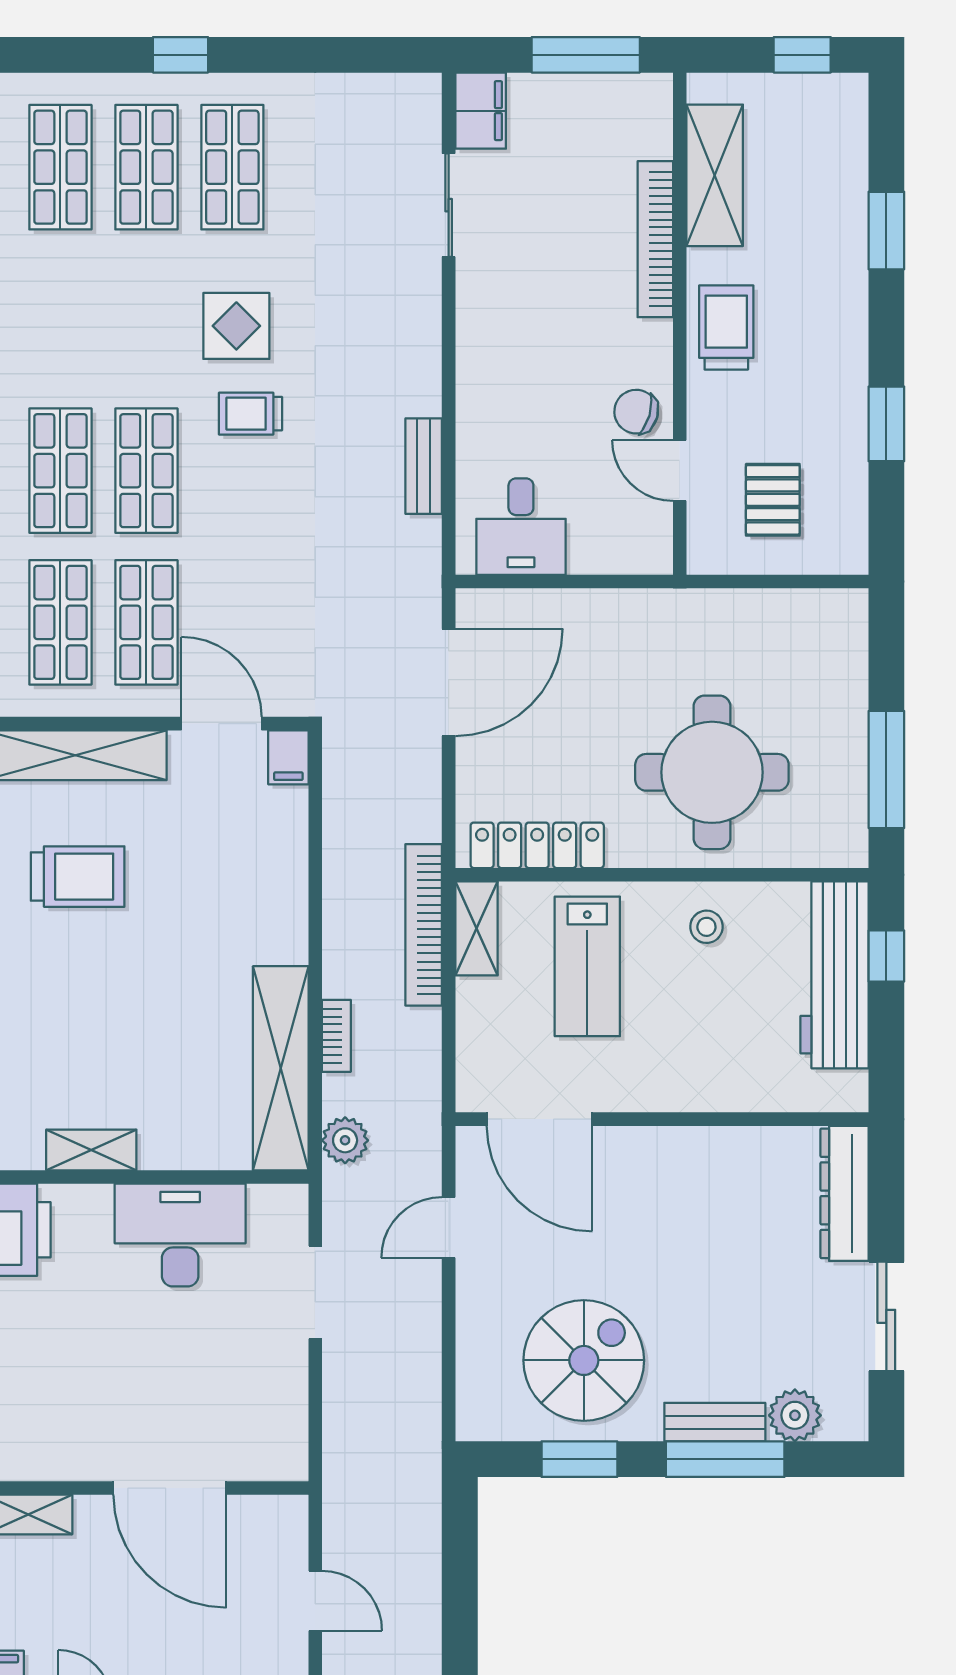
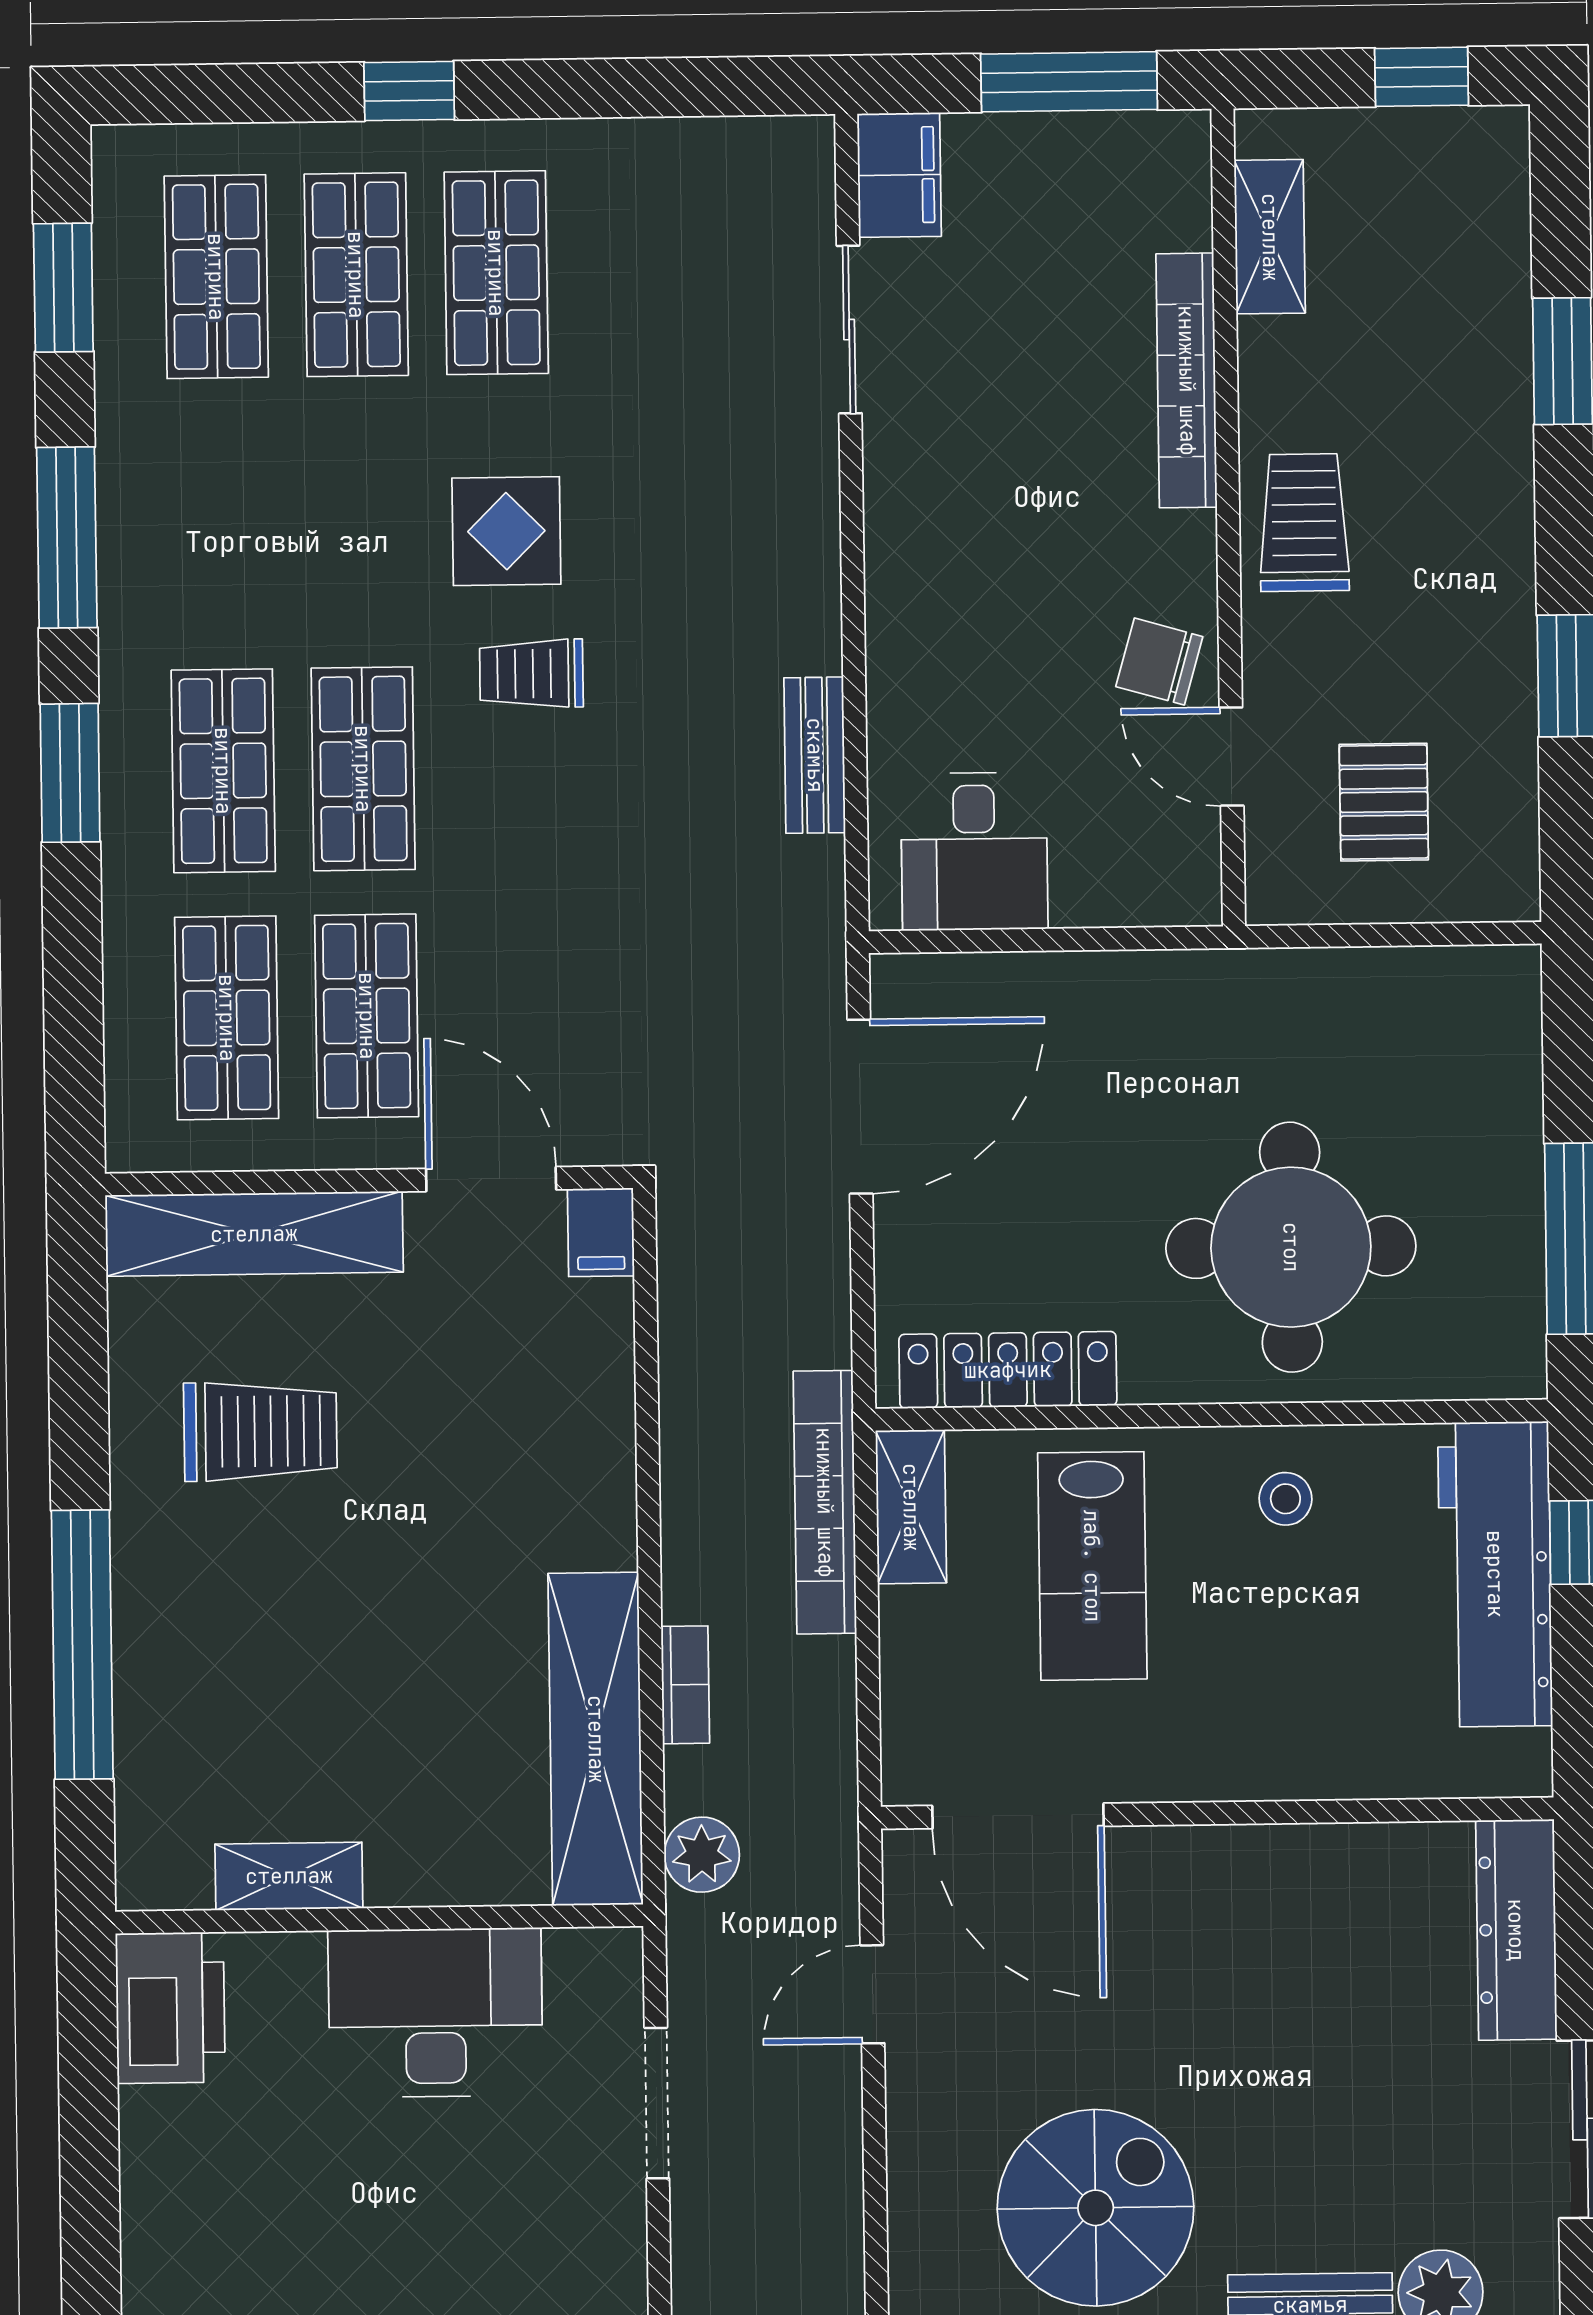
shelving: (715, 175) -> (1270, 237), width x0.67, depth x0.75

